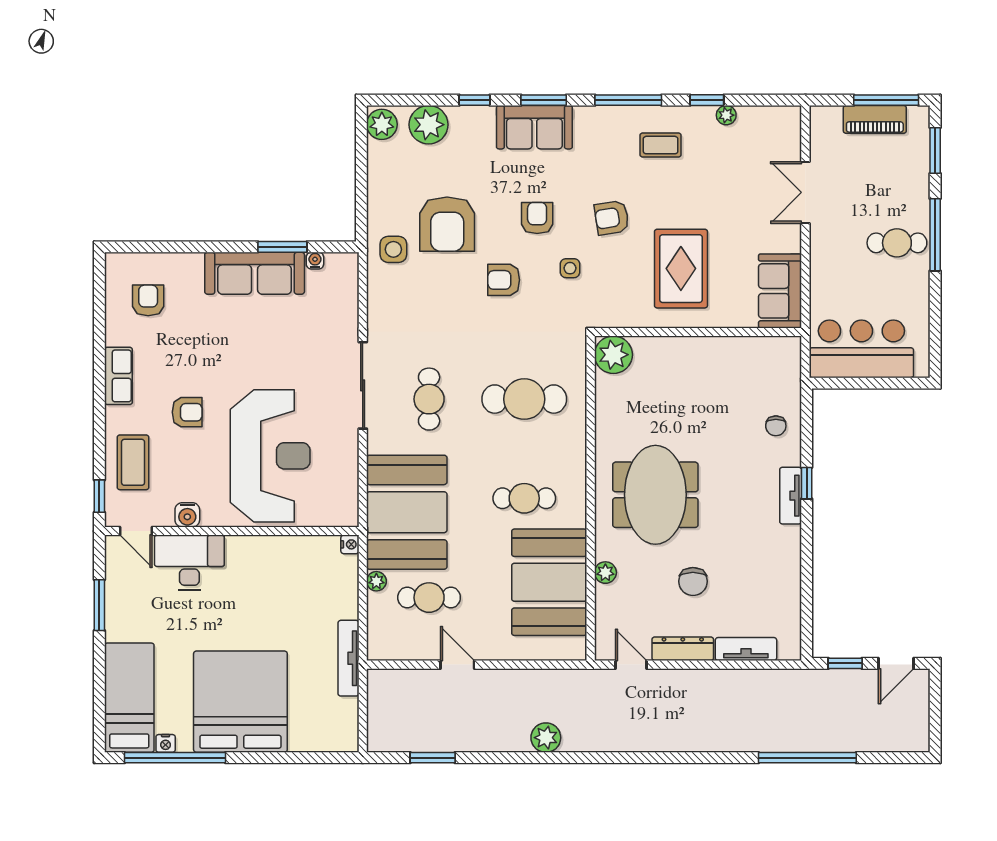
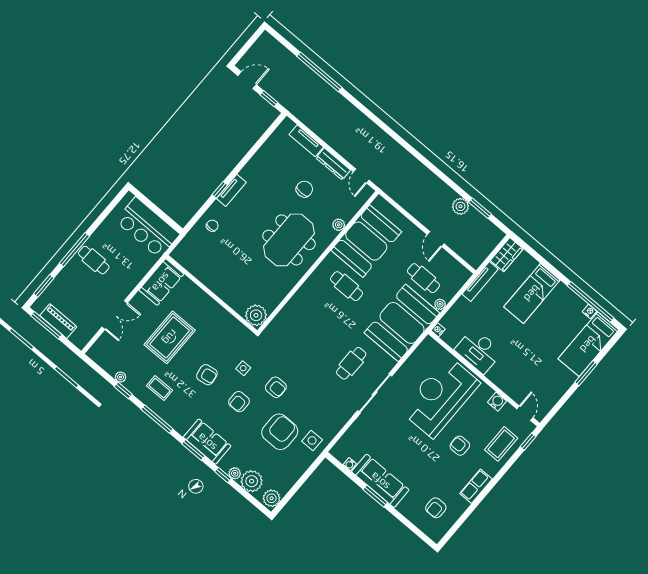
plant: (461, 116) -> (235, 473), added
window: (282, 247) -> (375, 496), moved
rug: (681, 269) -> (170, 337), moved
cafe table: (524, 399) -> (310, 329), removed
desk: (189, 562) -> (478, 351), moved
window: (99, 605) -> (586, 373), moved
bed: (240, 702) -> (532, 293), width x0.49
wardrobe: (343, 725) -> (507, 255), added
plant: (546, 738) -> (460, 206), moved

